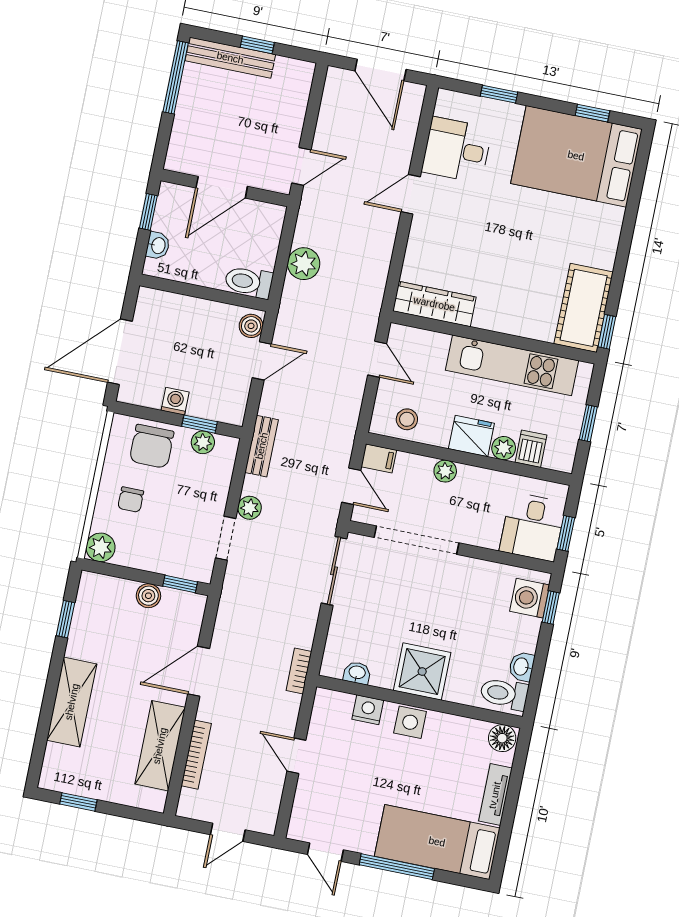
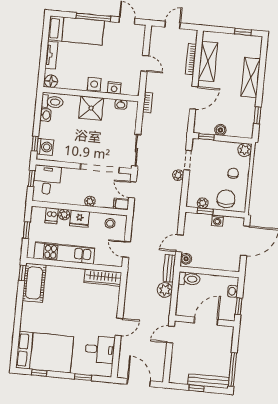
bench: (262, 446) -> (169, 268), moved

